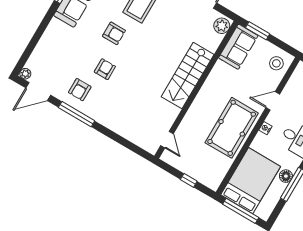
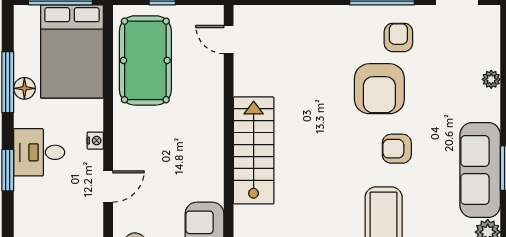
armchair: (105, 69) -> (379, 89), width x1.88, depth x1.88
plant: (25, 74) -> (491, 79), moved
pool table: (232, 128) -> (145, 60), moved

